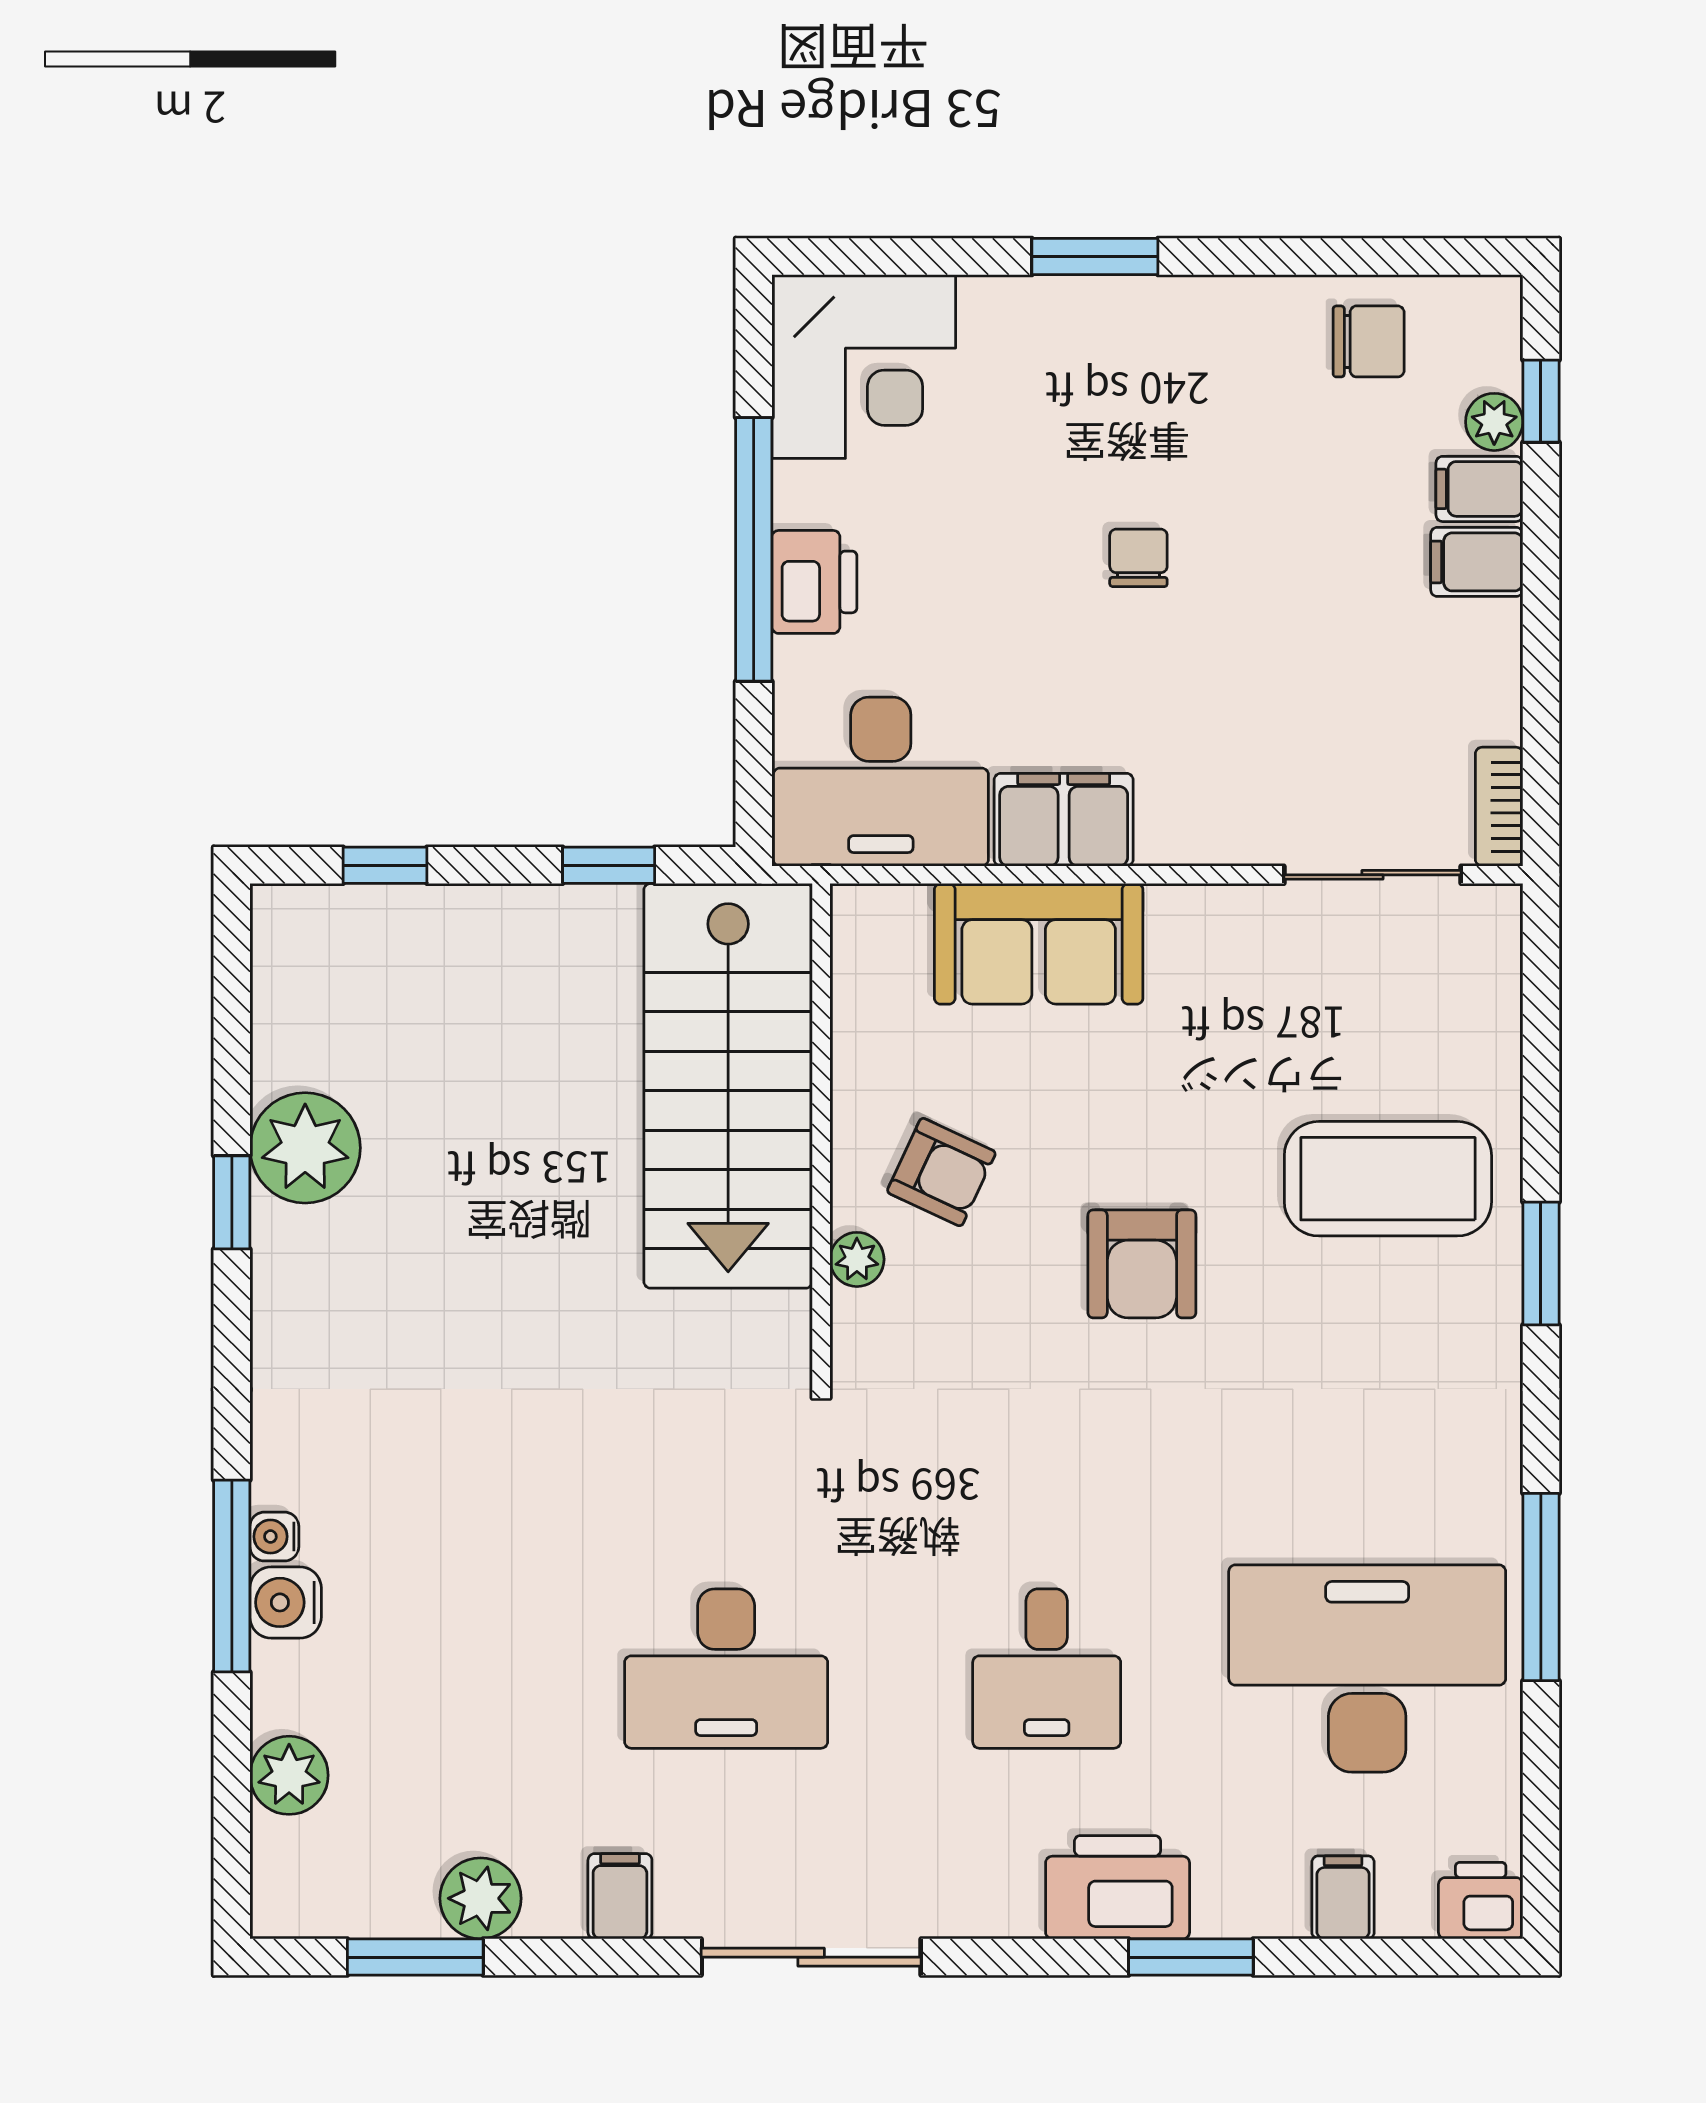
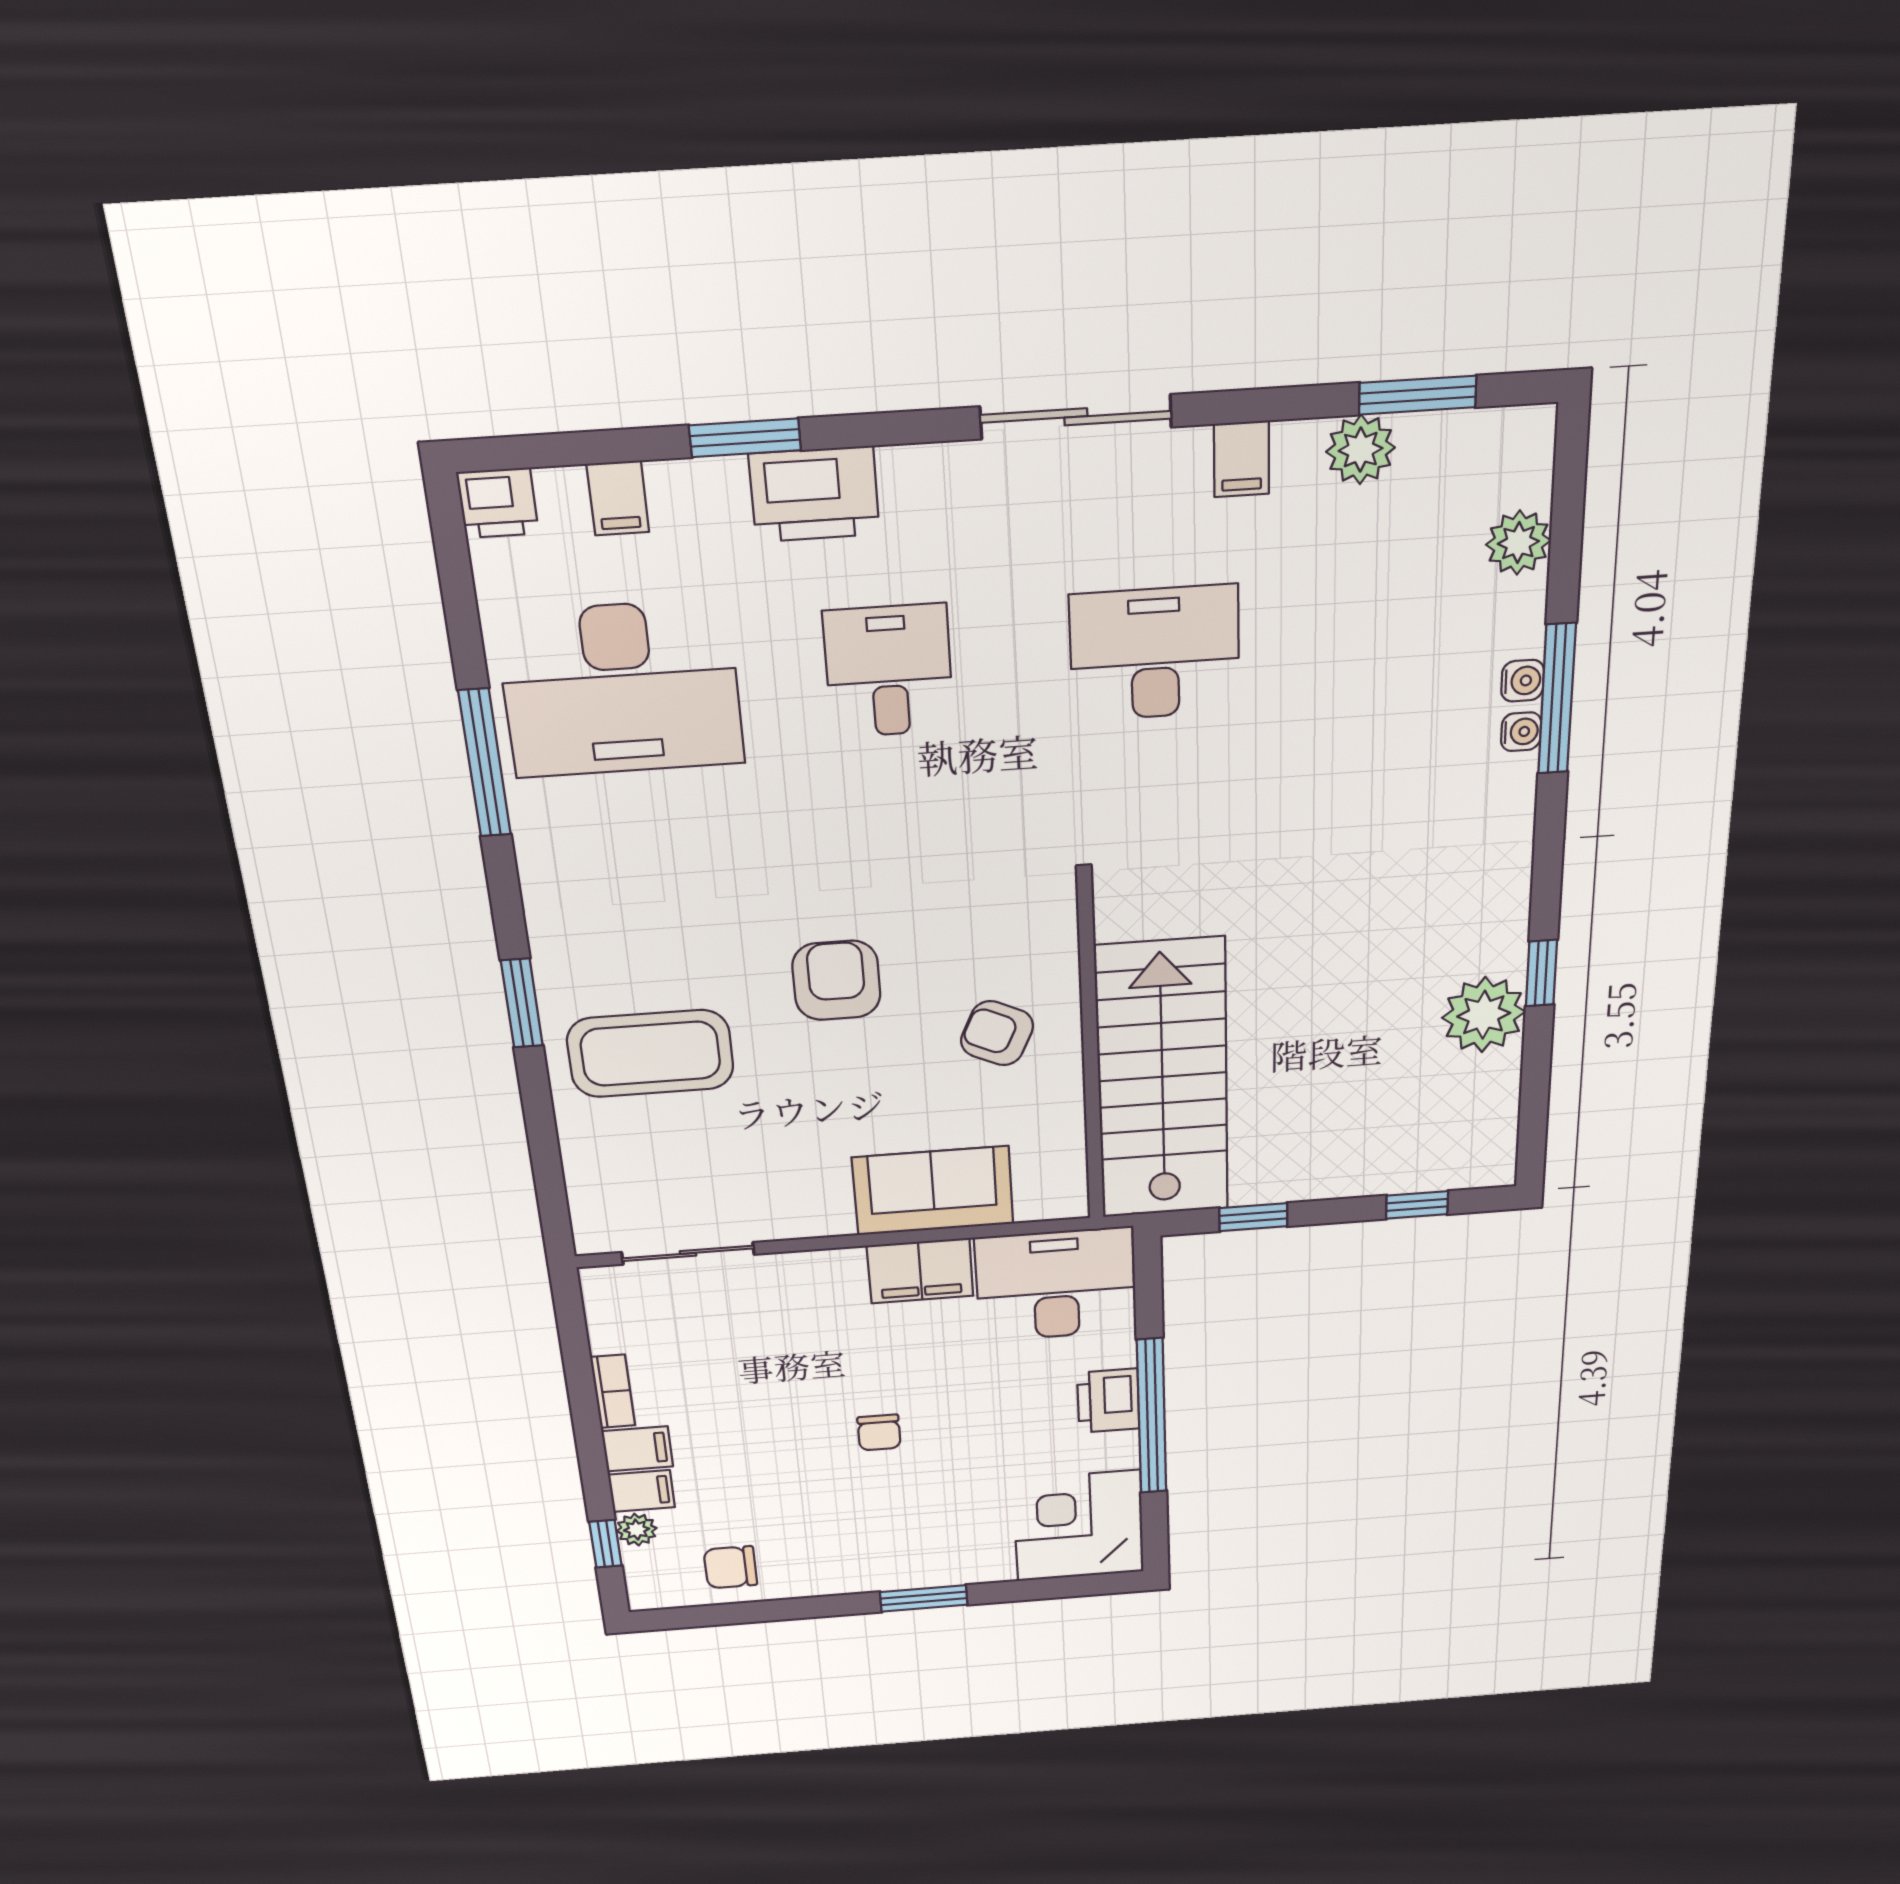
bookcase: (1499, 807) -> (613, 1391), moved
plant: (857, 1259) -> (1060, 968), removed
water cooler: (286, 1602) -> (1523, 681), width x0.72, depth x0.72

